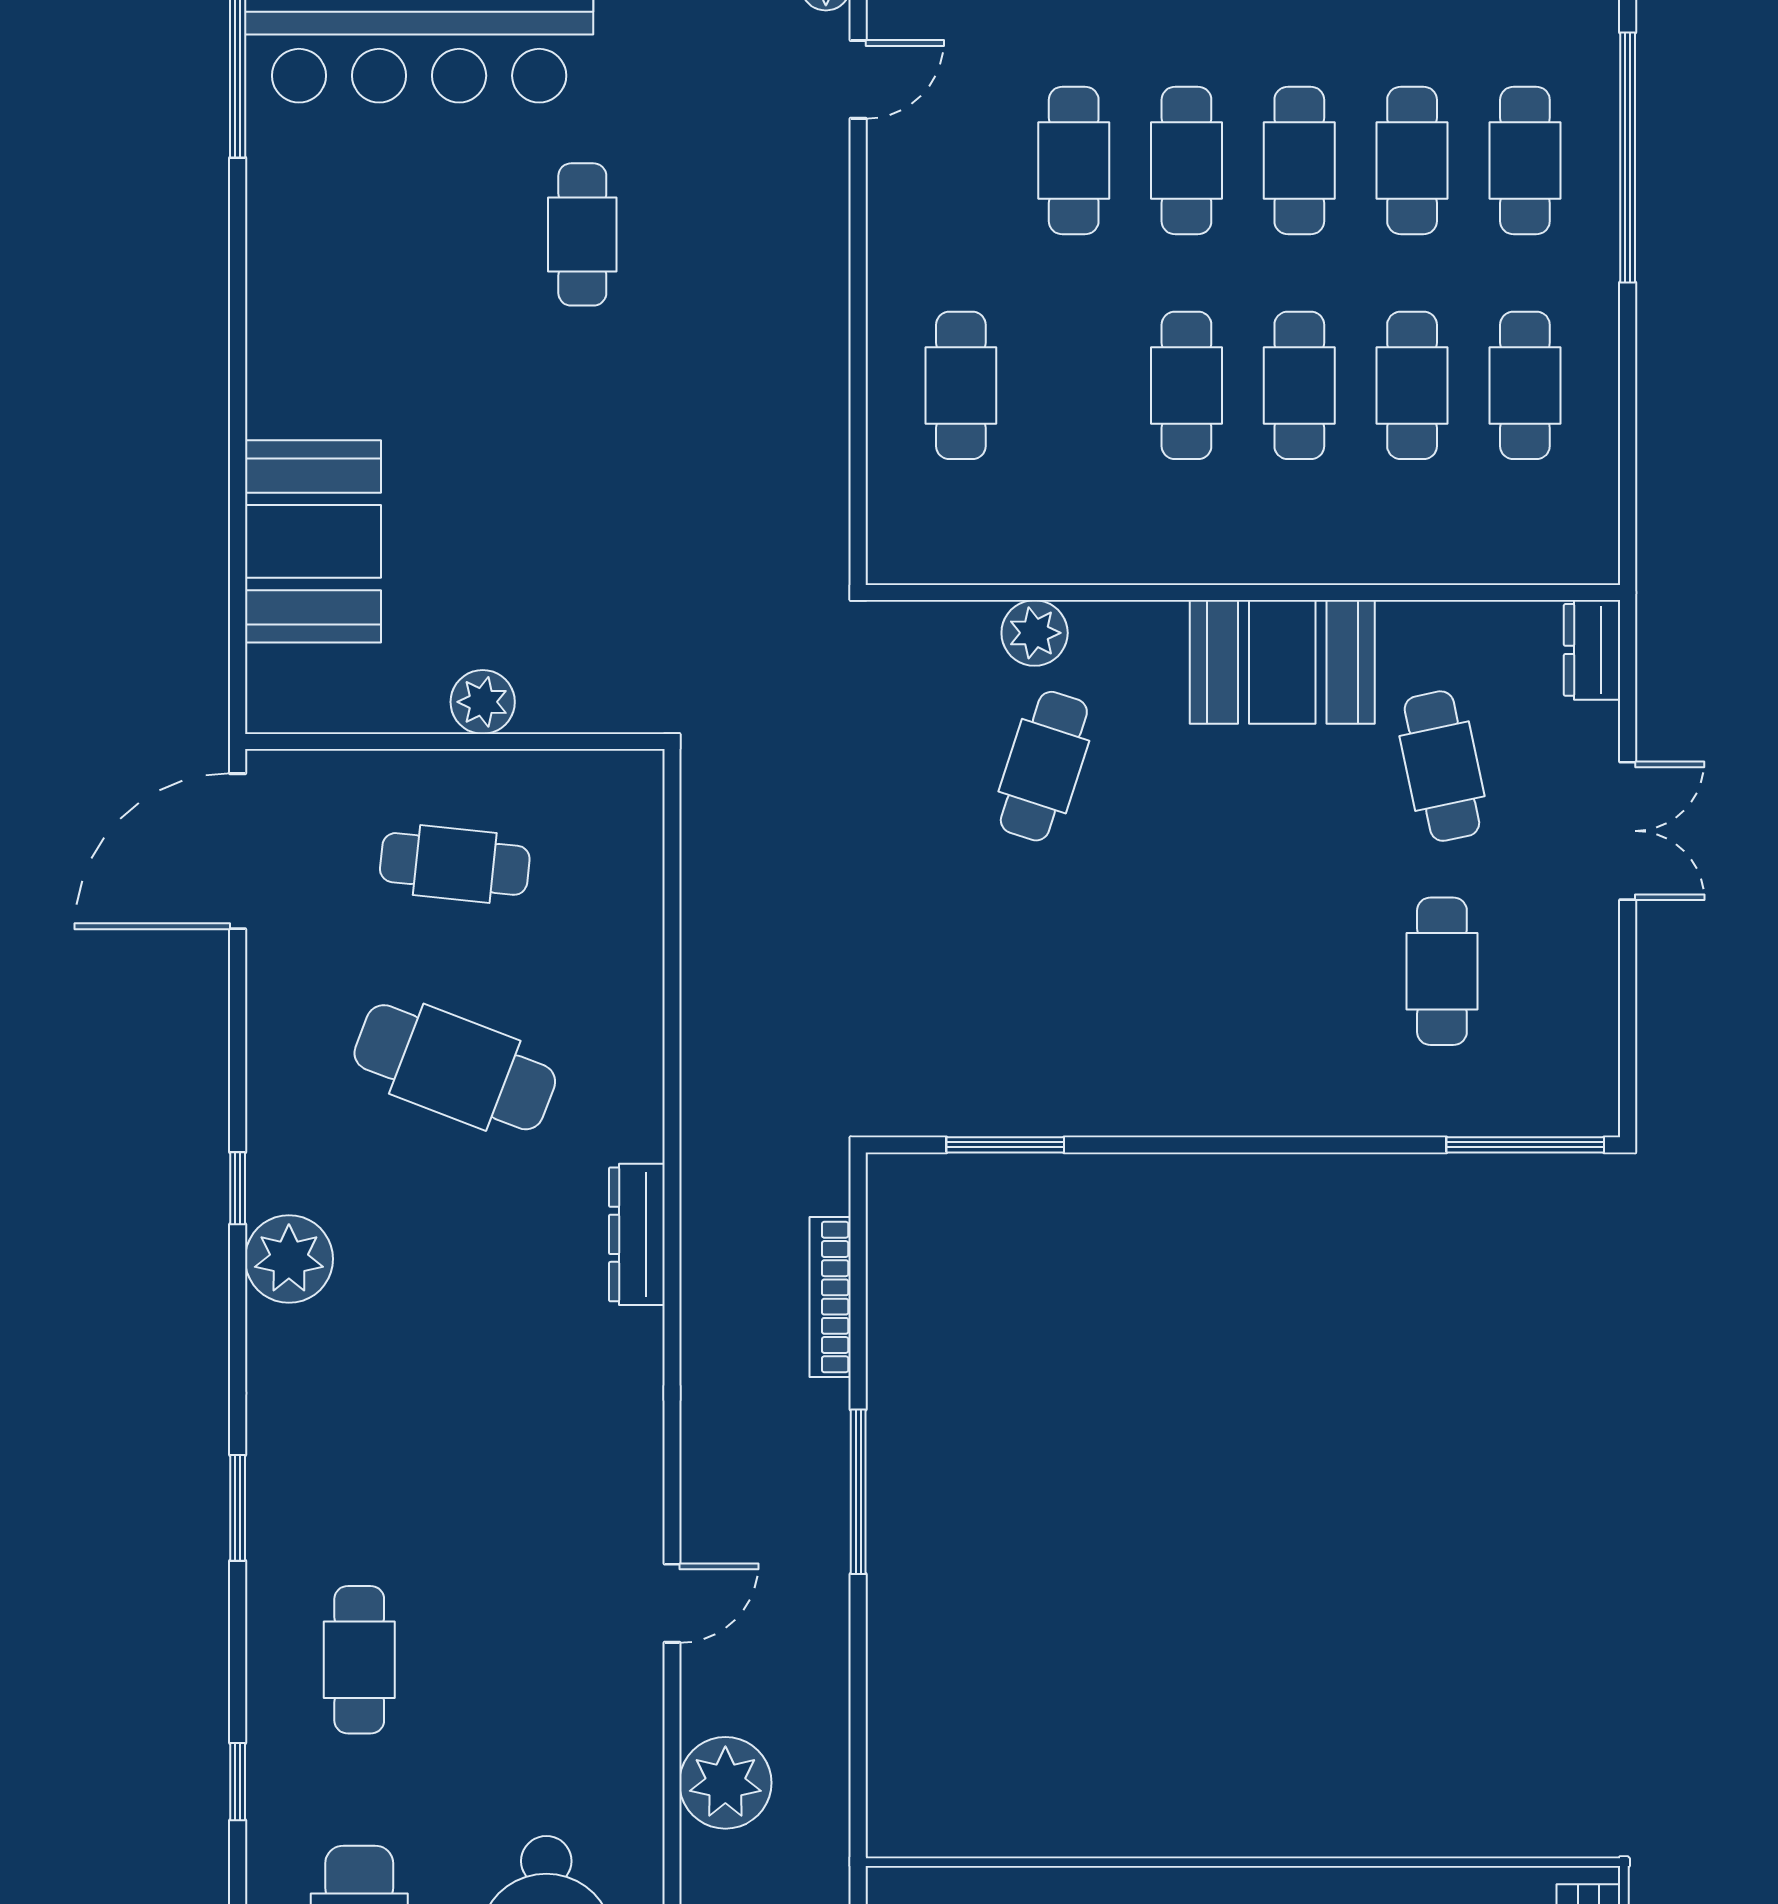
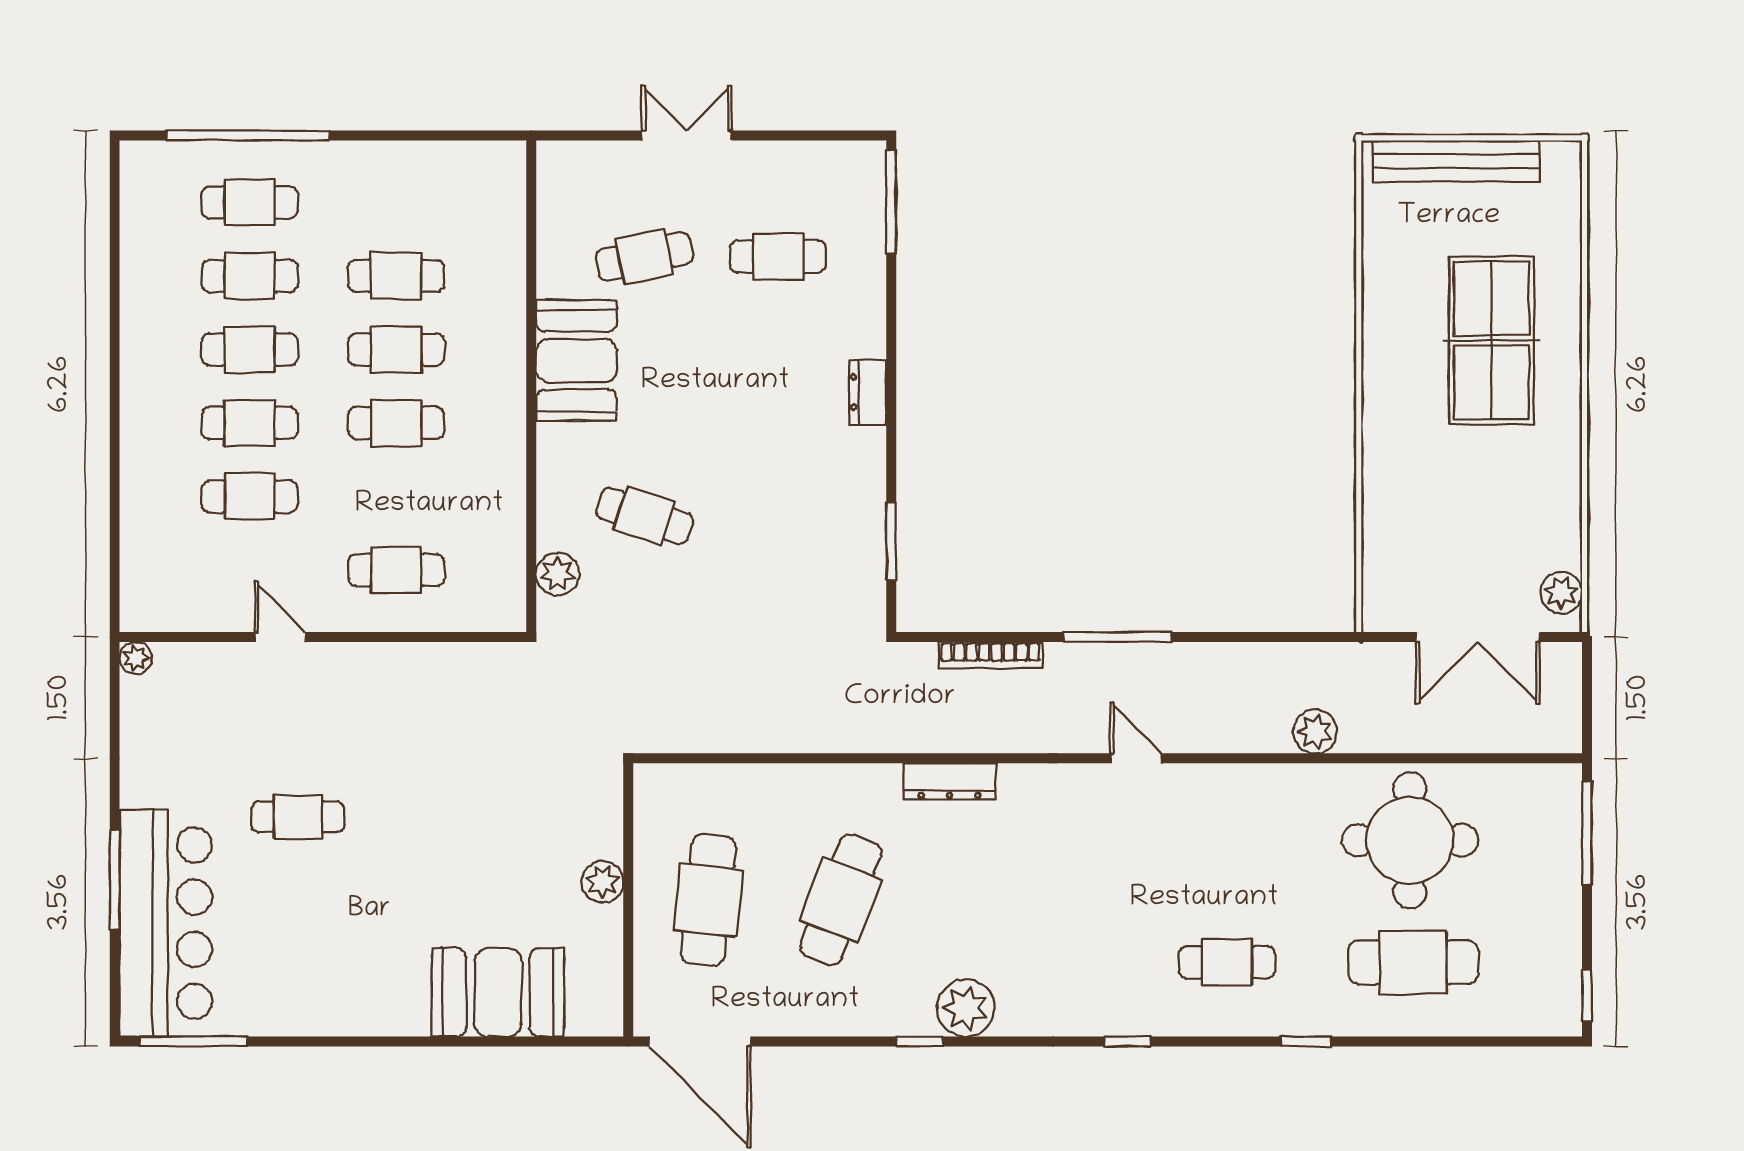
door: (858, 79) -> (280, 637), moved
cafe table: (1525, 385) -> (396, 202), removed
plant: (1035, 633) -> (558, 574), moved
dresser: (1592, 650) -> (868, 392), moved, turned 90
cafe table: (455, 864) -> (708, 900), width x1.37, depth x1.35
window: (238, 1508) -> (1128, 1041), width x0.67
door: (672, 1603) -> (1136, 758), moved
plant: (725, 1783) -> (1315, 732), width x0.73, depth x0.73

